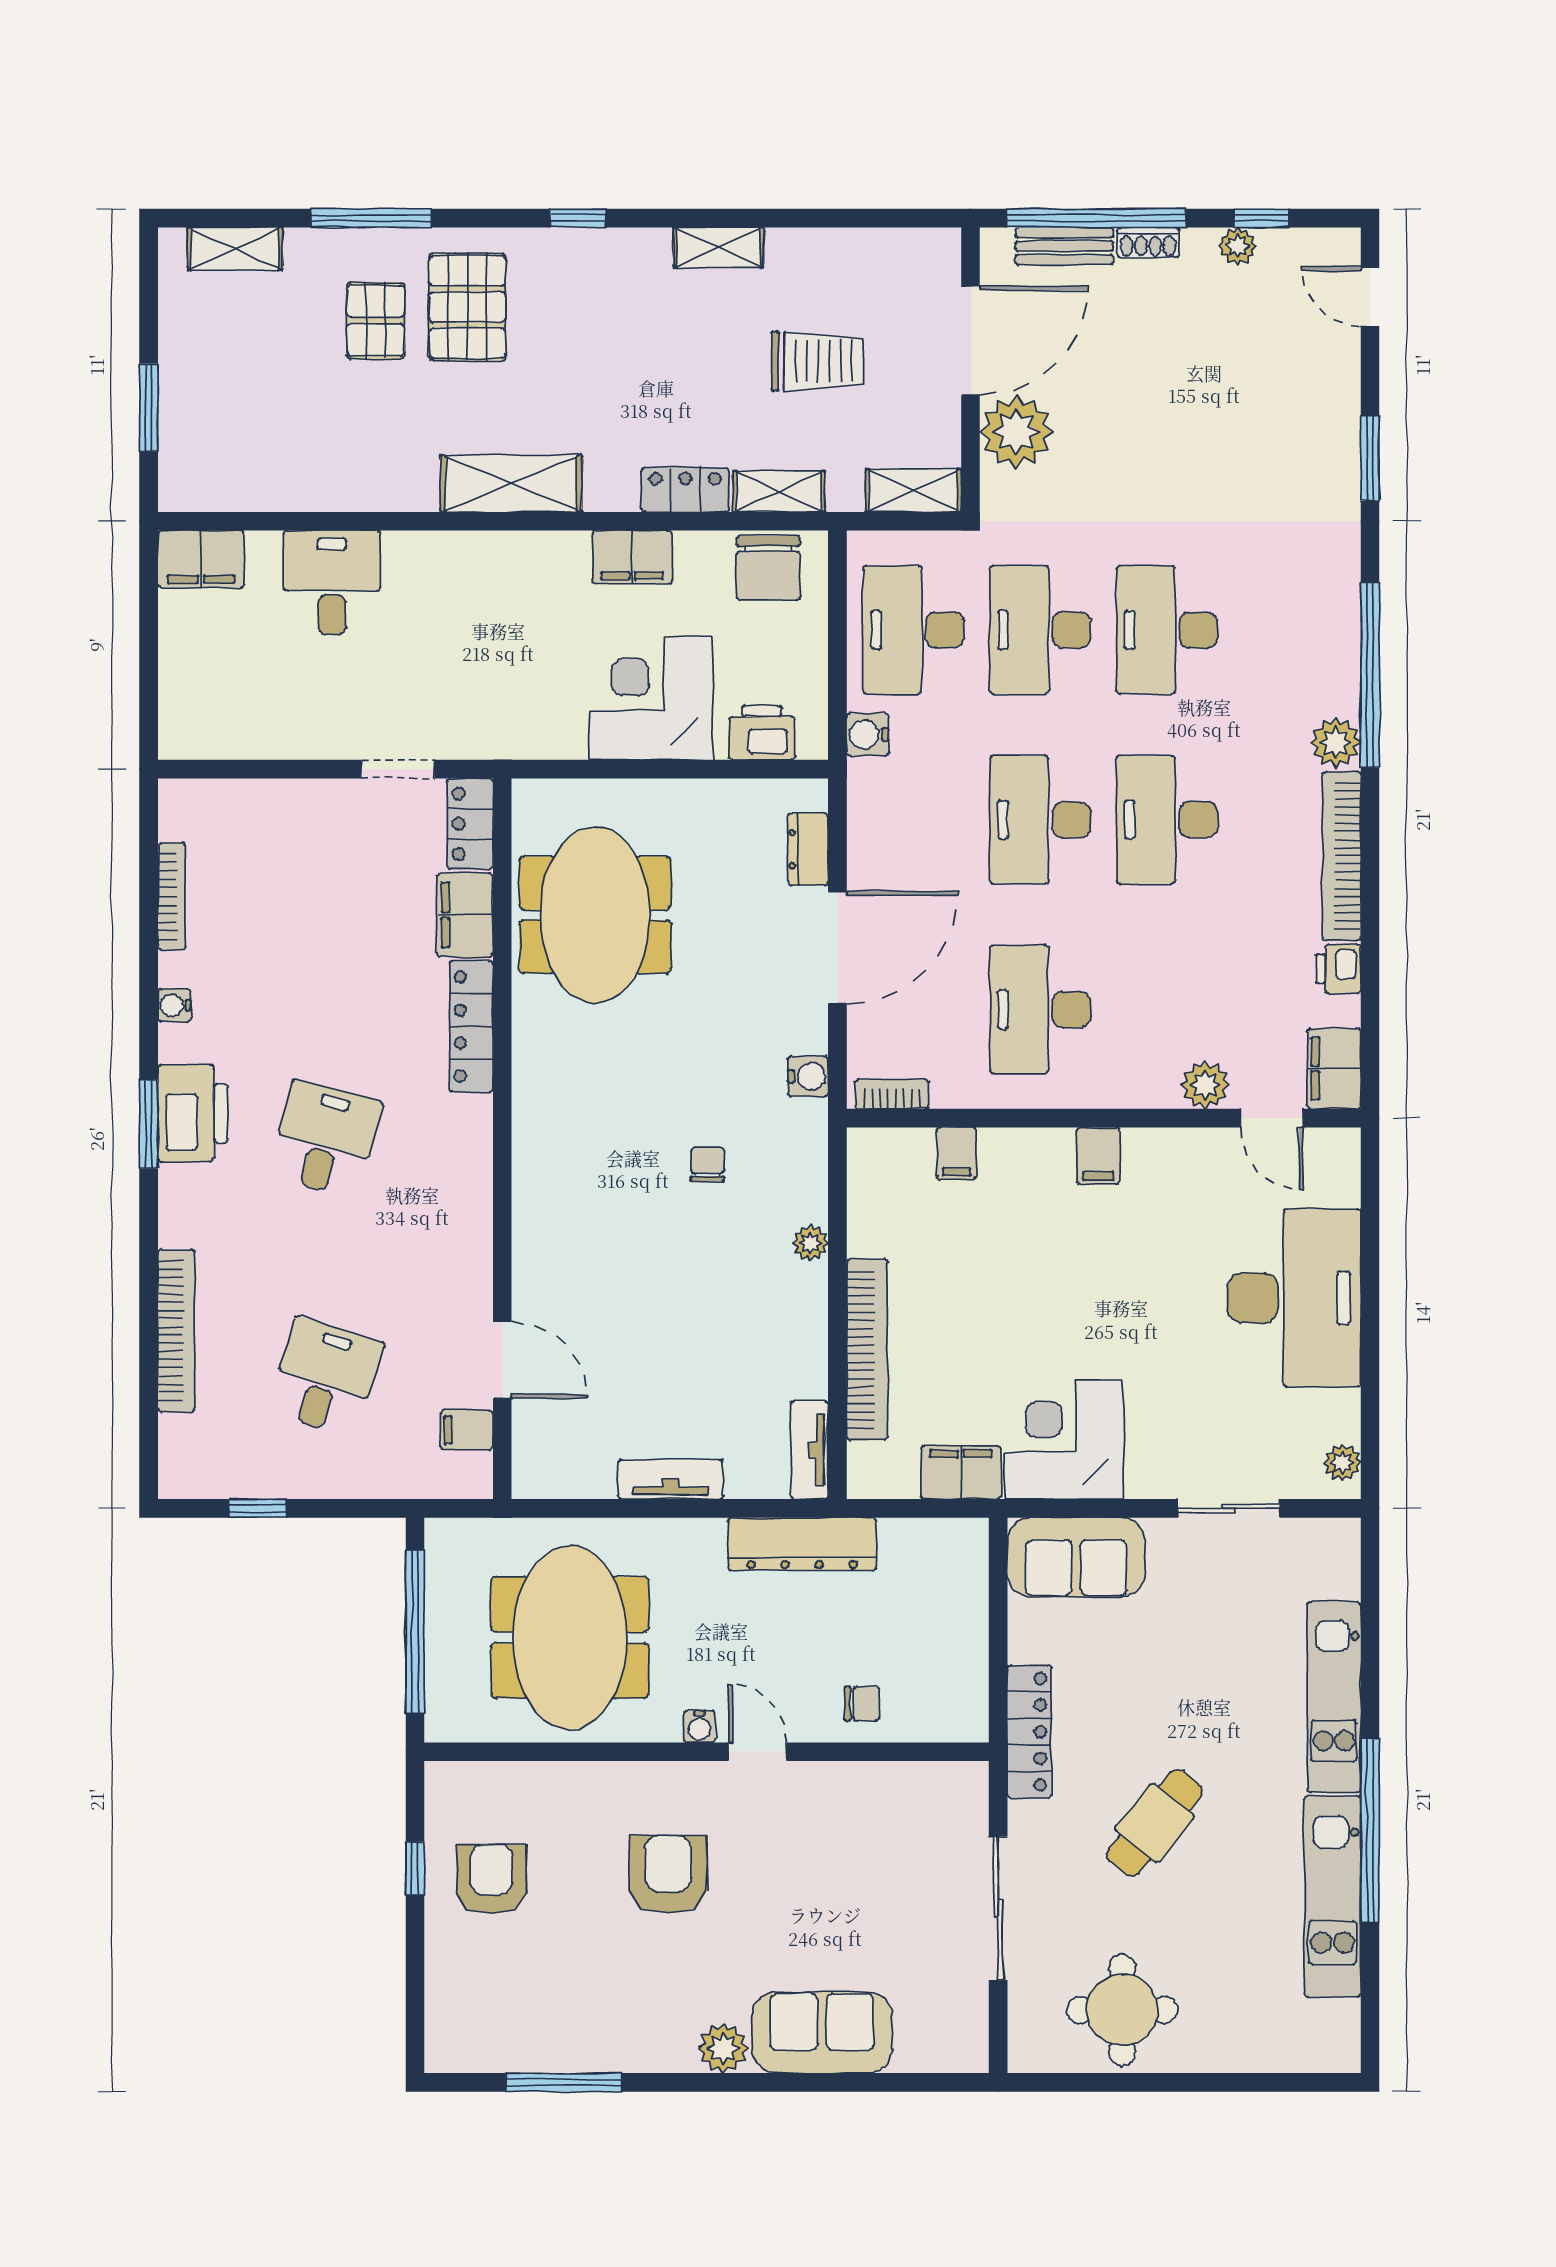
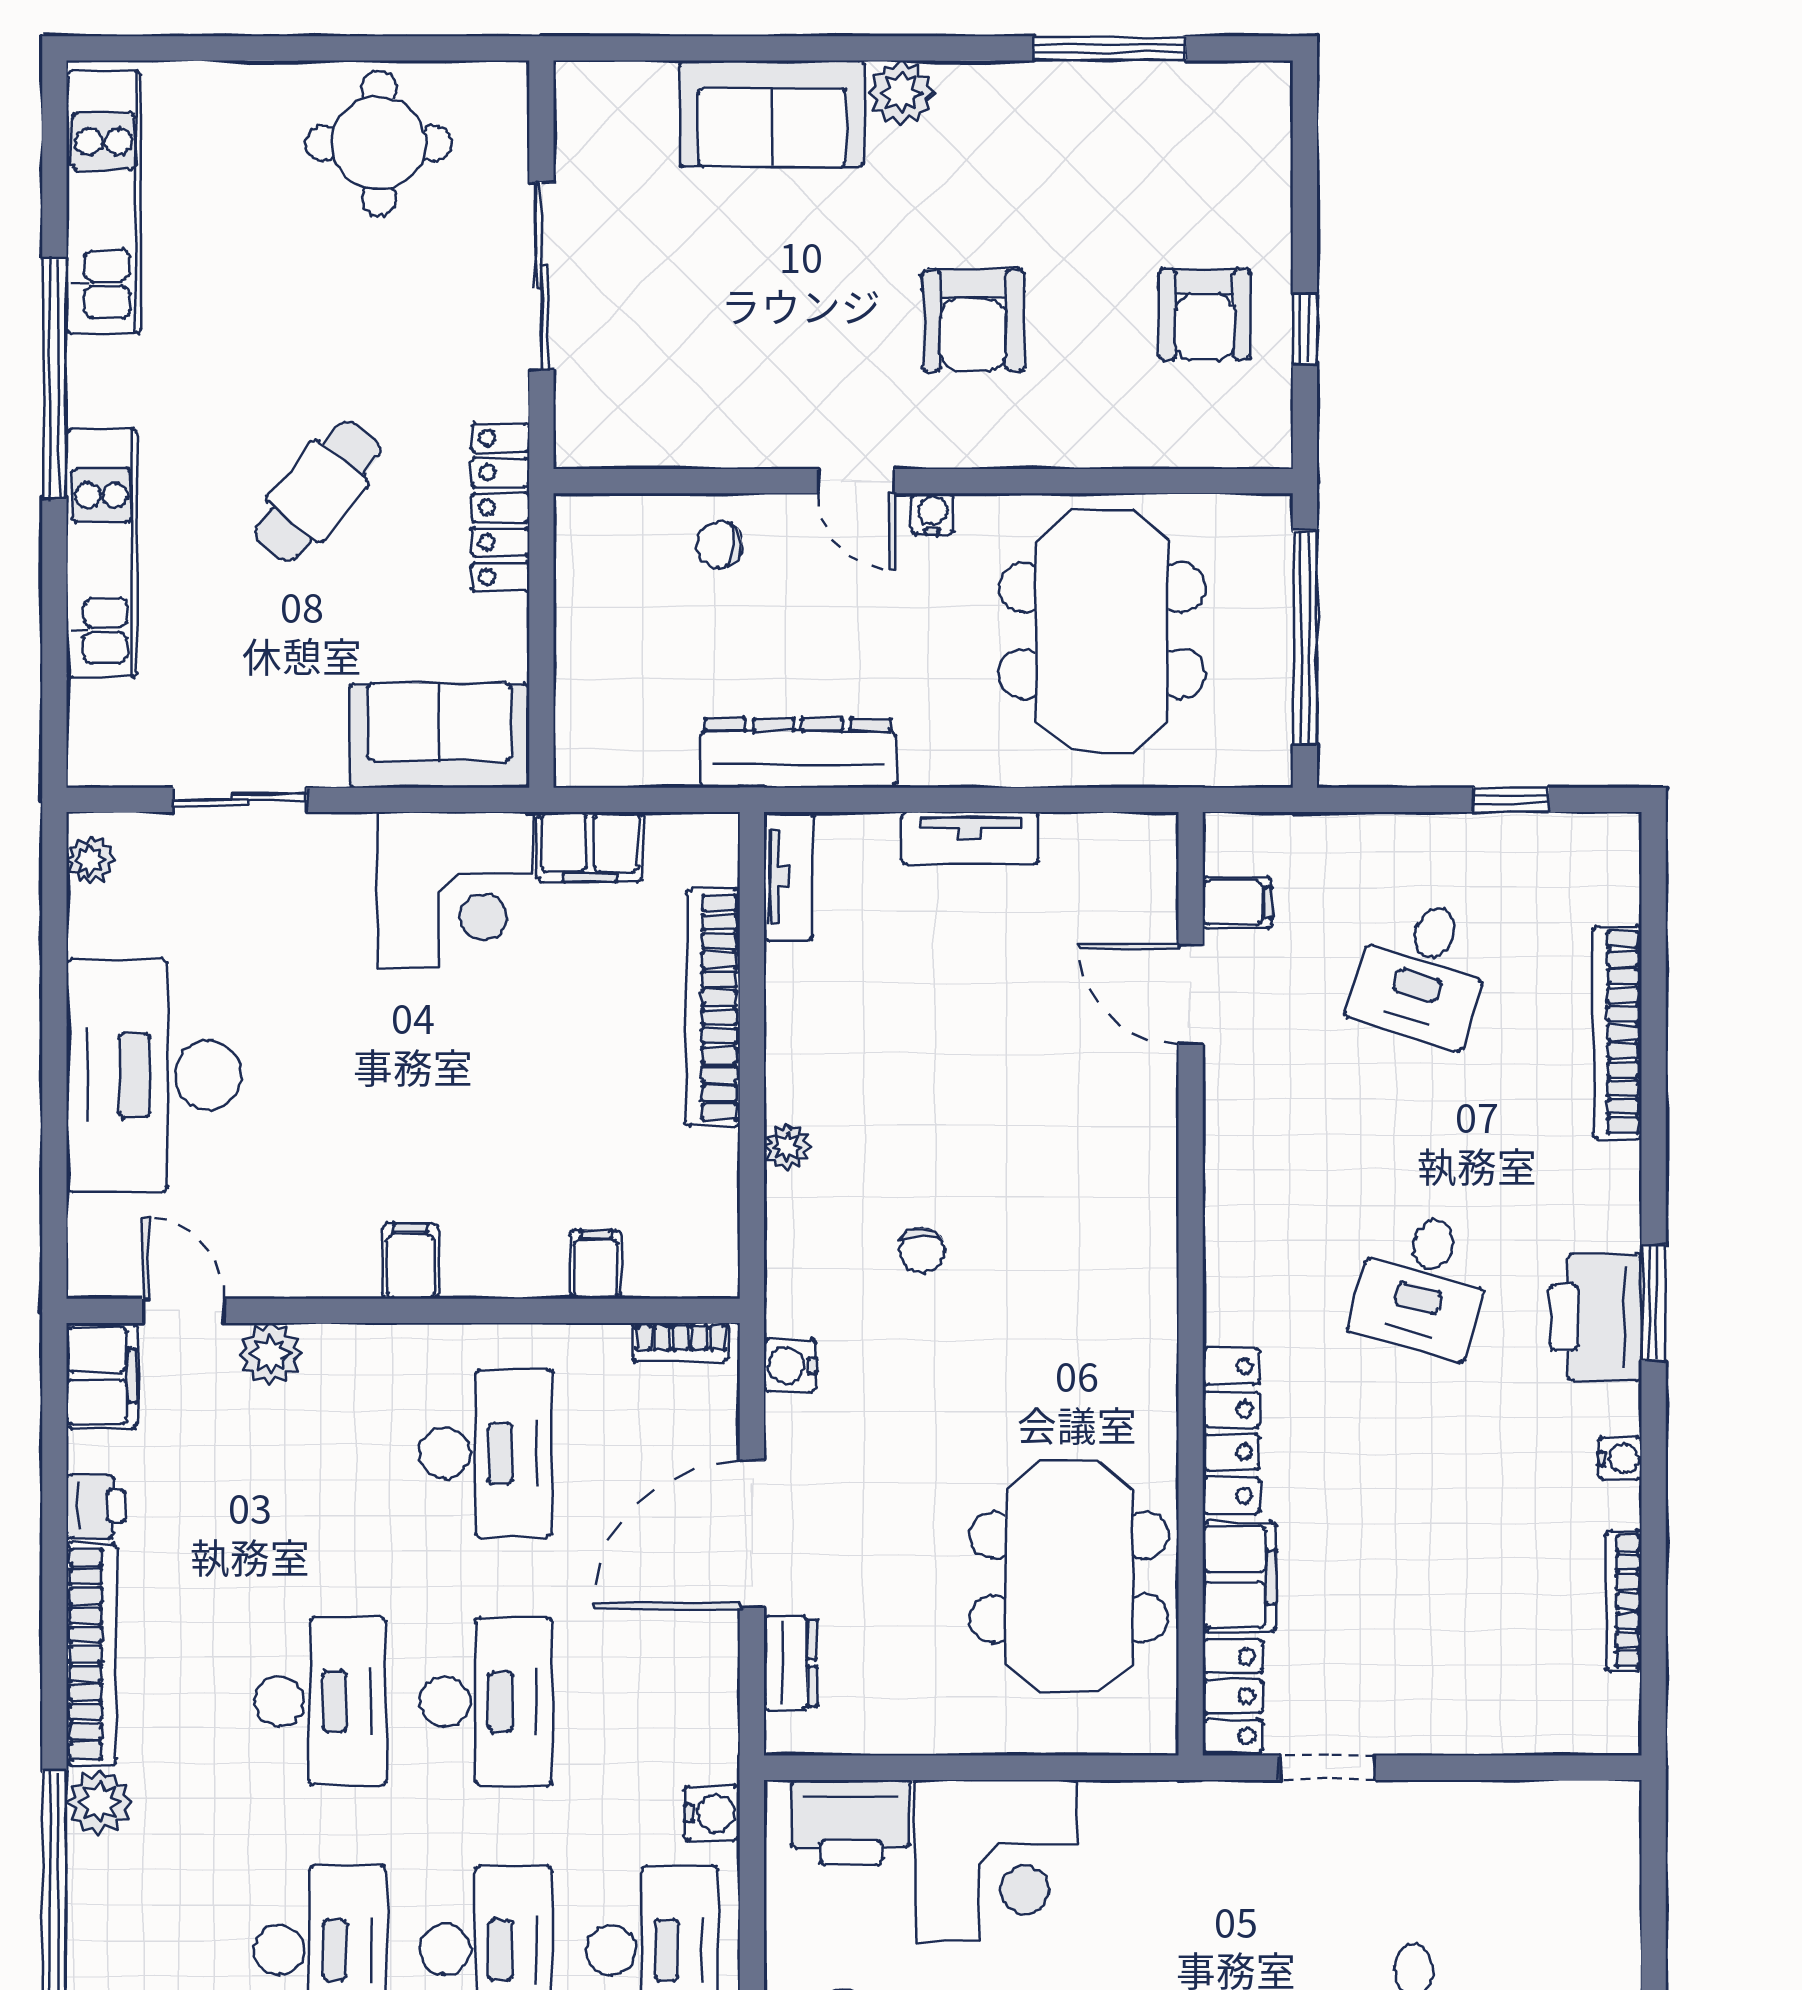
printer: (762, 733) -> (851, 1822), width x1.37, depth x1.19
cafe table: (1155, 1823) -> (318, 491), moved
kitchen unit: (1333, 1896) -> (103, 202), moved

